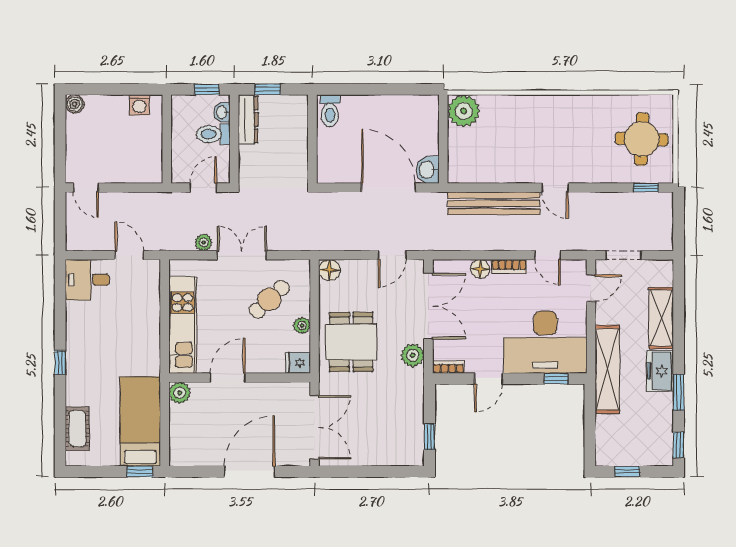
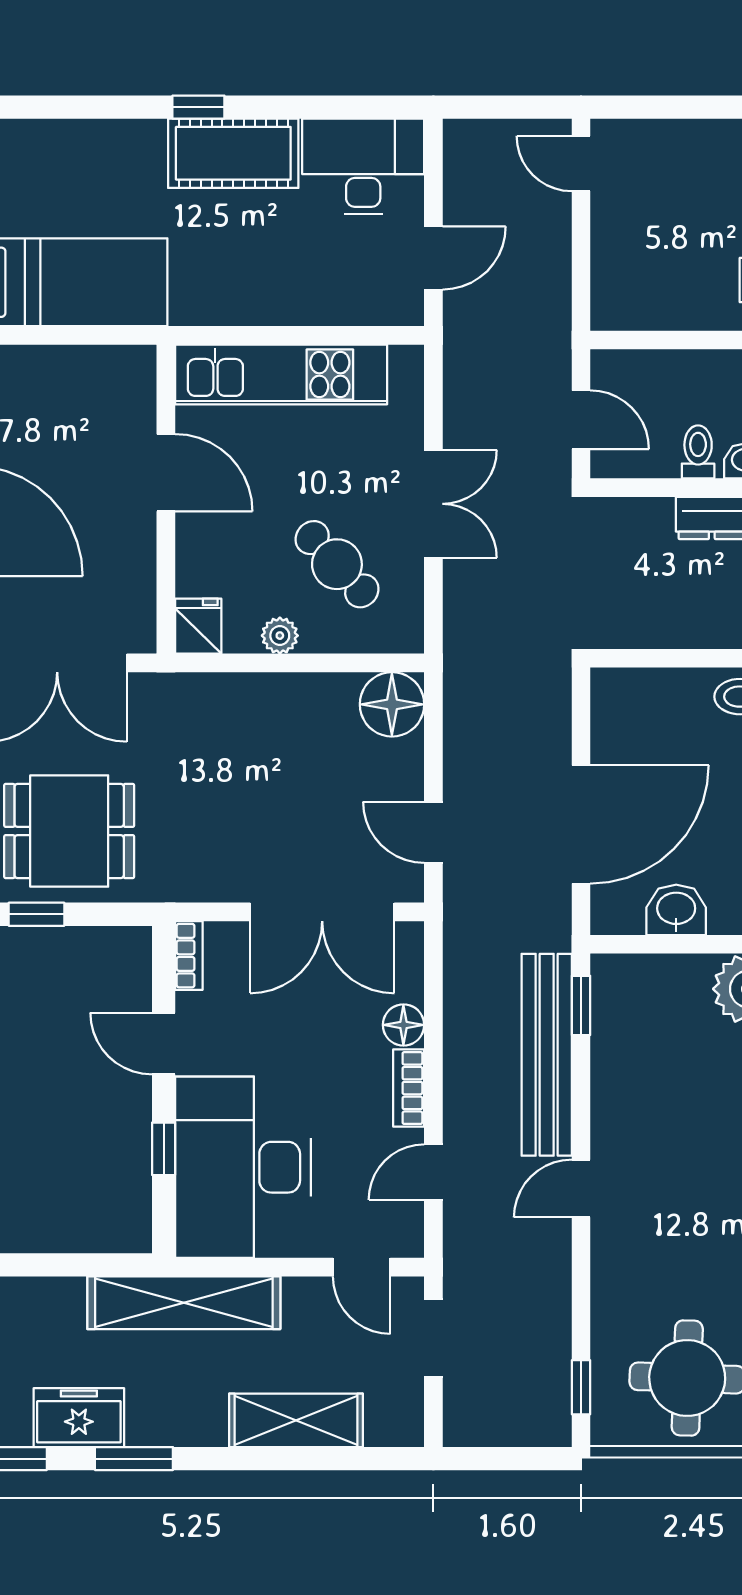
toilet: (213, 134) -> (698, 452), width x0.73, depth x0.72
washbasin: (427, 170) -> (676, 910), moved
door: (86, 188) -> (581, 164), hinge flipped
window: (471, 188) -> (581, 1005), added
plant: (204, 242) -> (461, 421), removed
floor lamp: (329, 270) -> (392, 704), width x1.38, depth x1.38
desk: (87, 280) -> (363, 166), width x1.37
dining table: (351, 342) -> (69, 831), moved
plant: (413, 355) -> (215, 877), removed
freezer: (660, 371) -> (79, 1418), moved
window: (556, 379) -> (164, 1149), moved
plant: (180, 393) -> (133, 368), removed
cot: (77, 429) -> (233, 153), moved, width x1.37, depth x1.34

